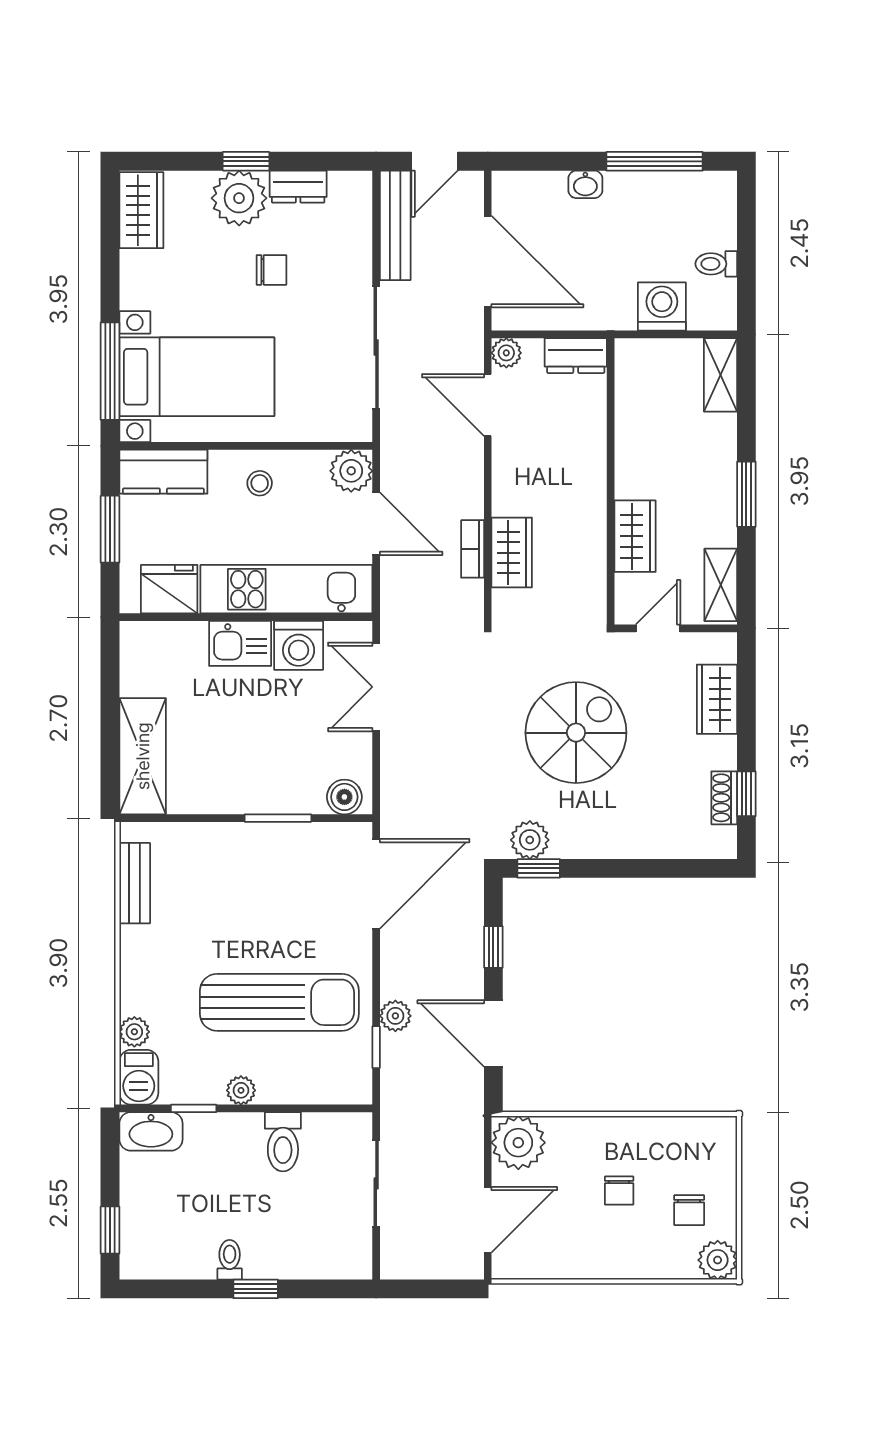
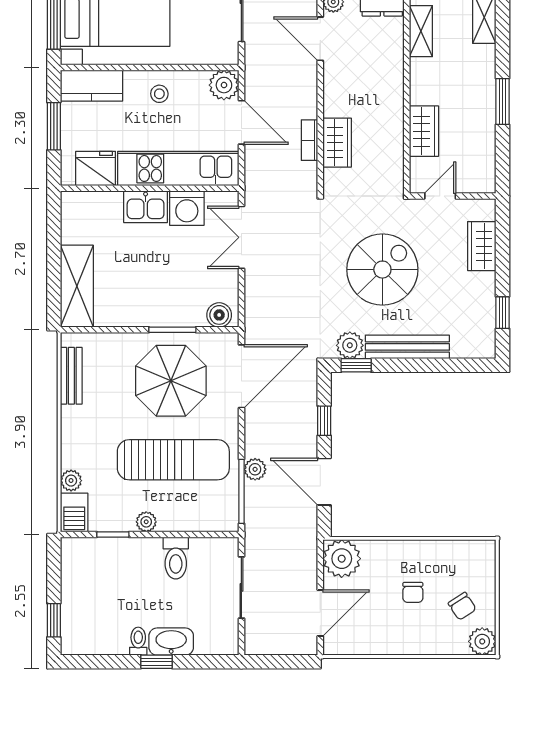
shelving: (721, 585) -> (421, 31), moved
shoe rack: (724, 798) -> (487, 316), removed
bench: (611, 842) -> (407, 347), added
parasol: (276, 890) -> (171, 381), added
window: (376, 1047) -> (241, 491), width x2.17
washbasin: (151, 1131) -> (171, 642), moved, turned 180
chair: (689, 1210) -> (462, 606), turned -33

